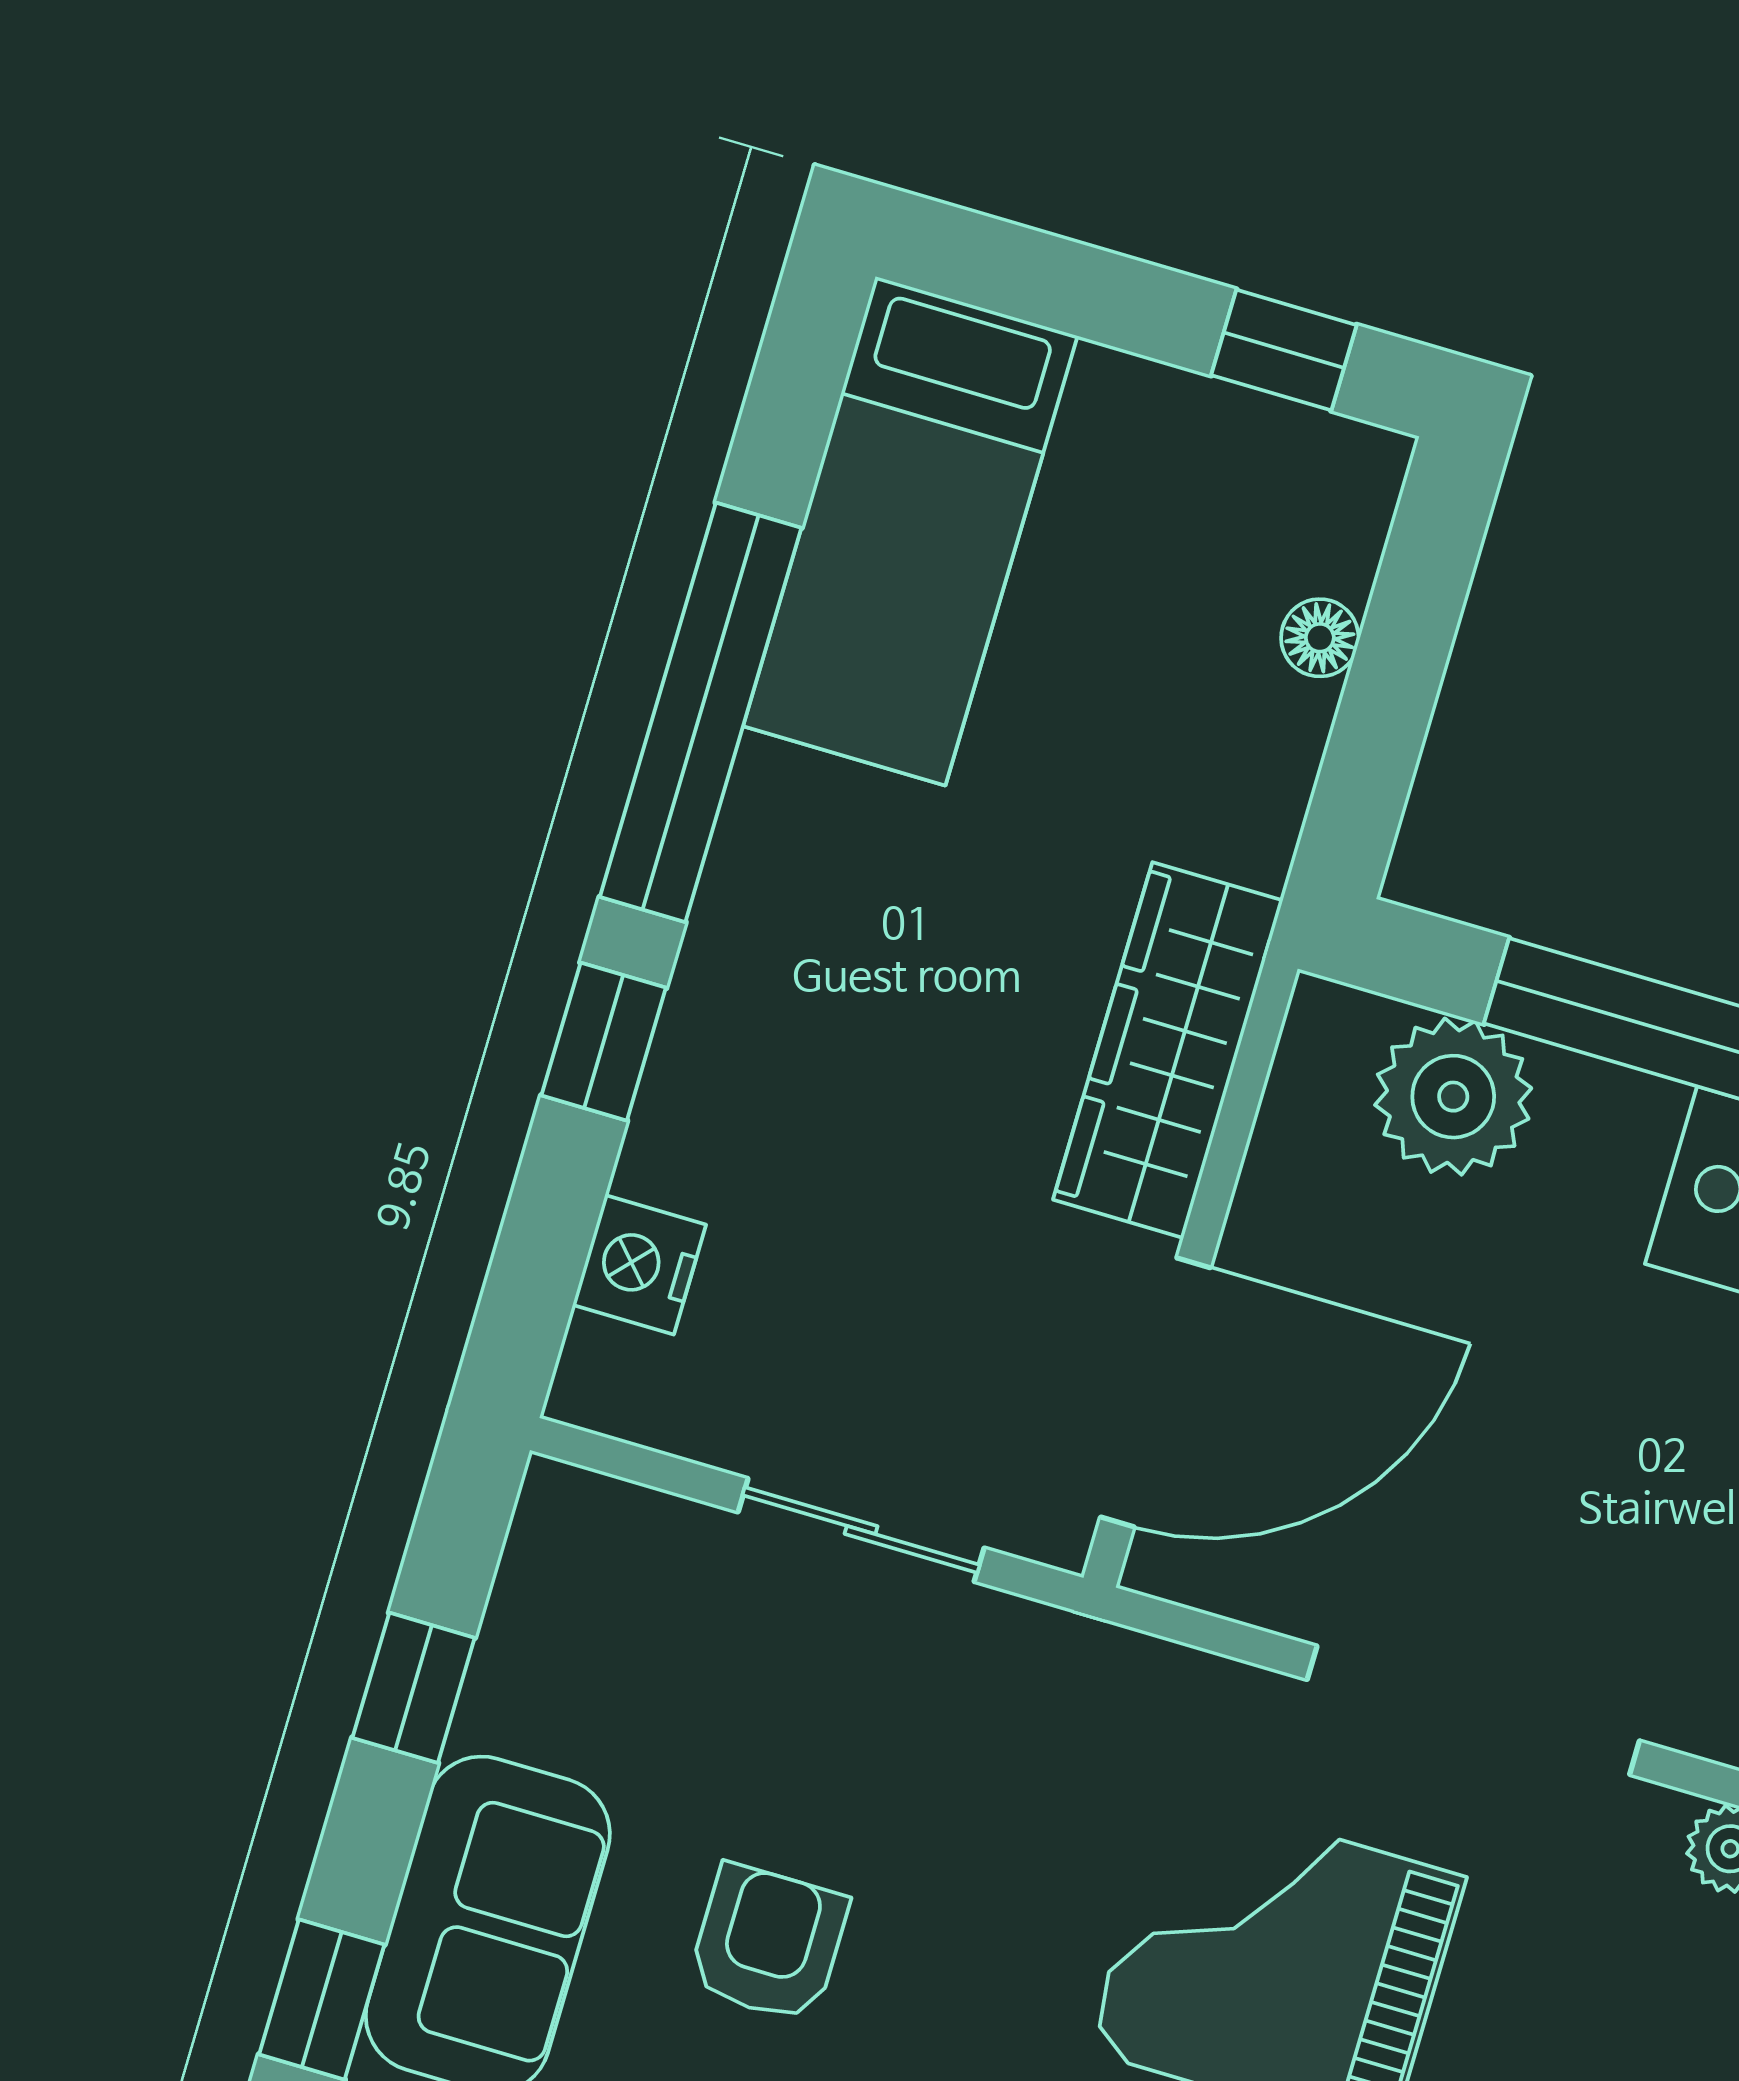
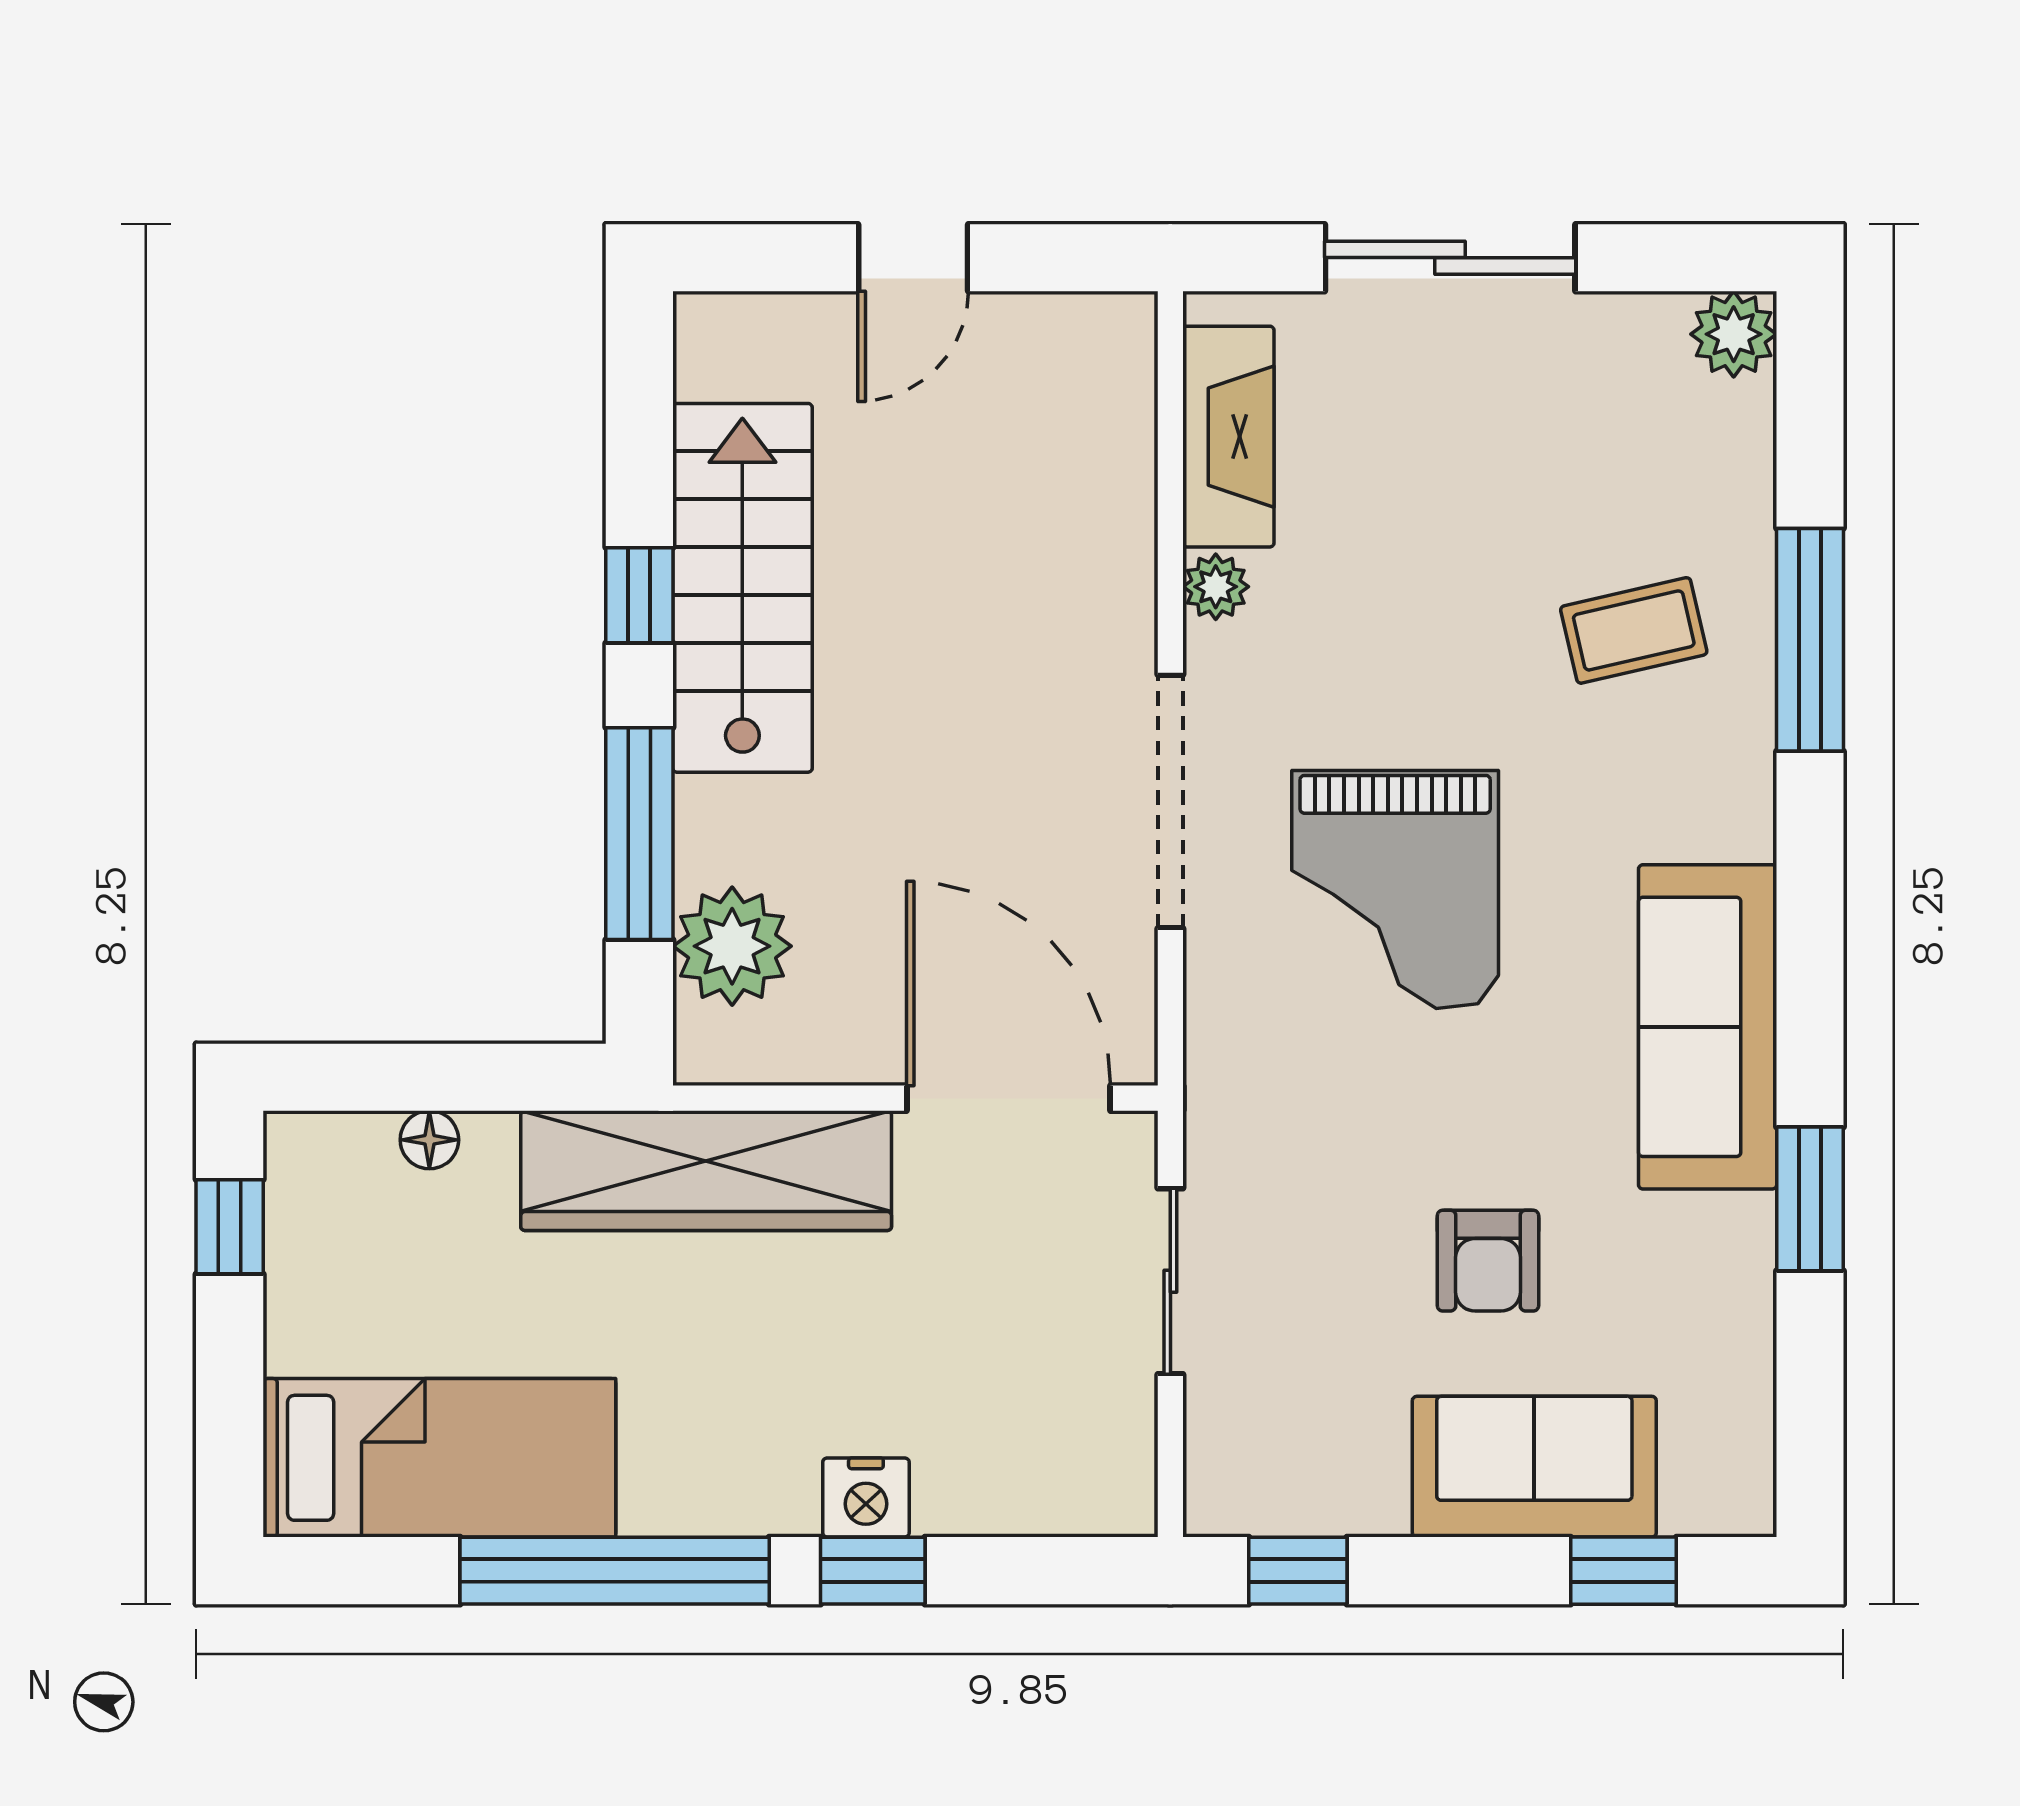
wardrobe: (1168, 1050) -> (706, 1171), width x1.40, depth x1.17
nightstand: (639, 1265) -> (866, 1497), moved
window: (414, 1688) -> (1298, 1571), moved
armchair: (768, 1943) -> (1488, 1261), turned -90

